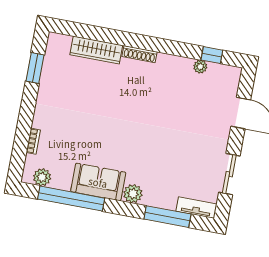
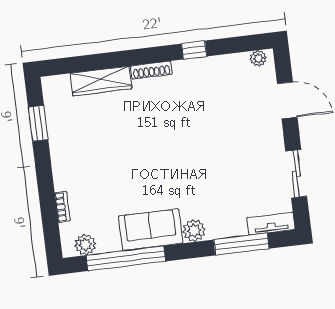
window: (212, 55) -> (194, 50), moved
plant: (200, 67) -> (258, 58), moved

